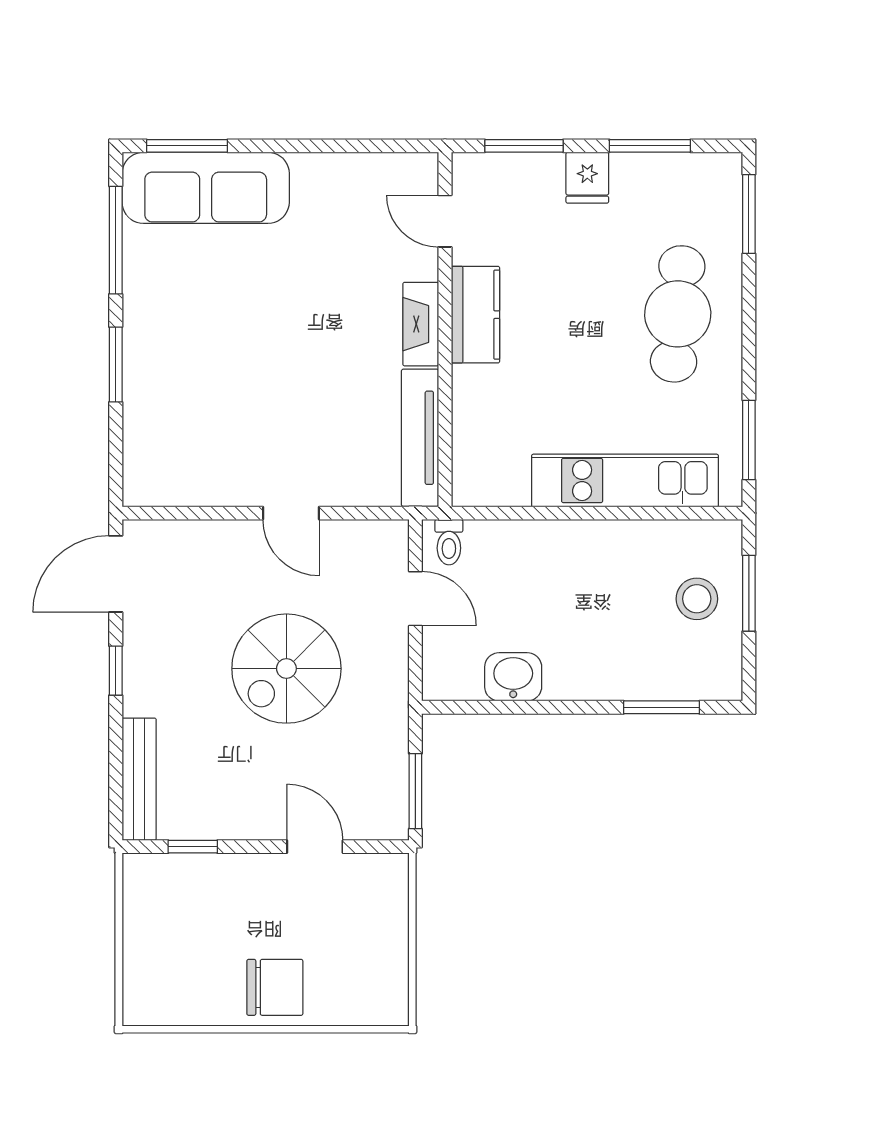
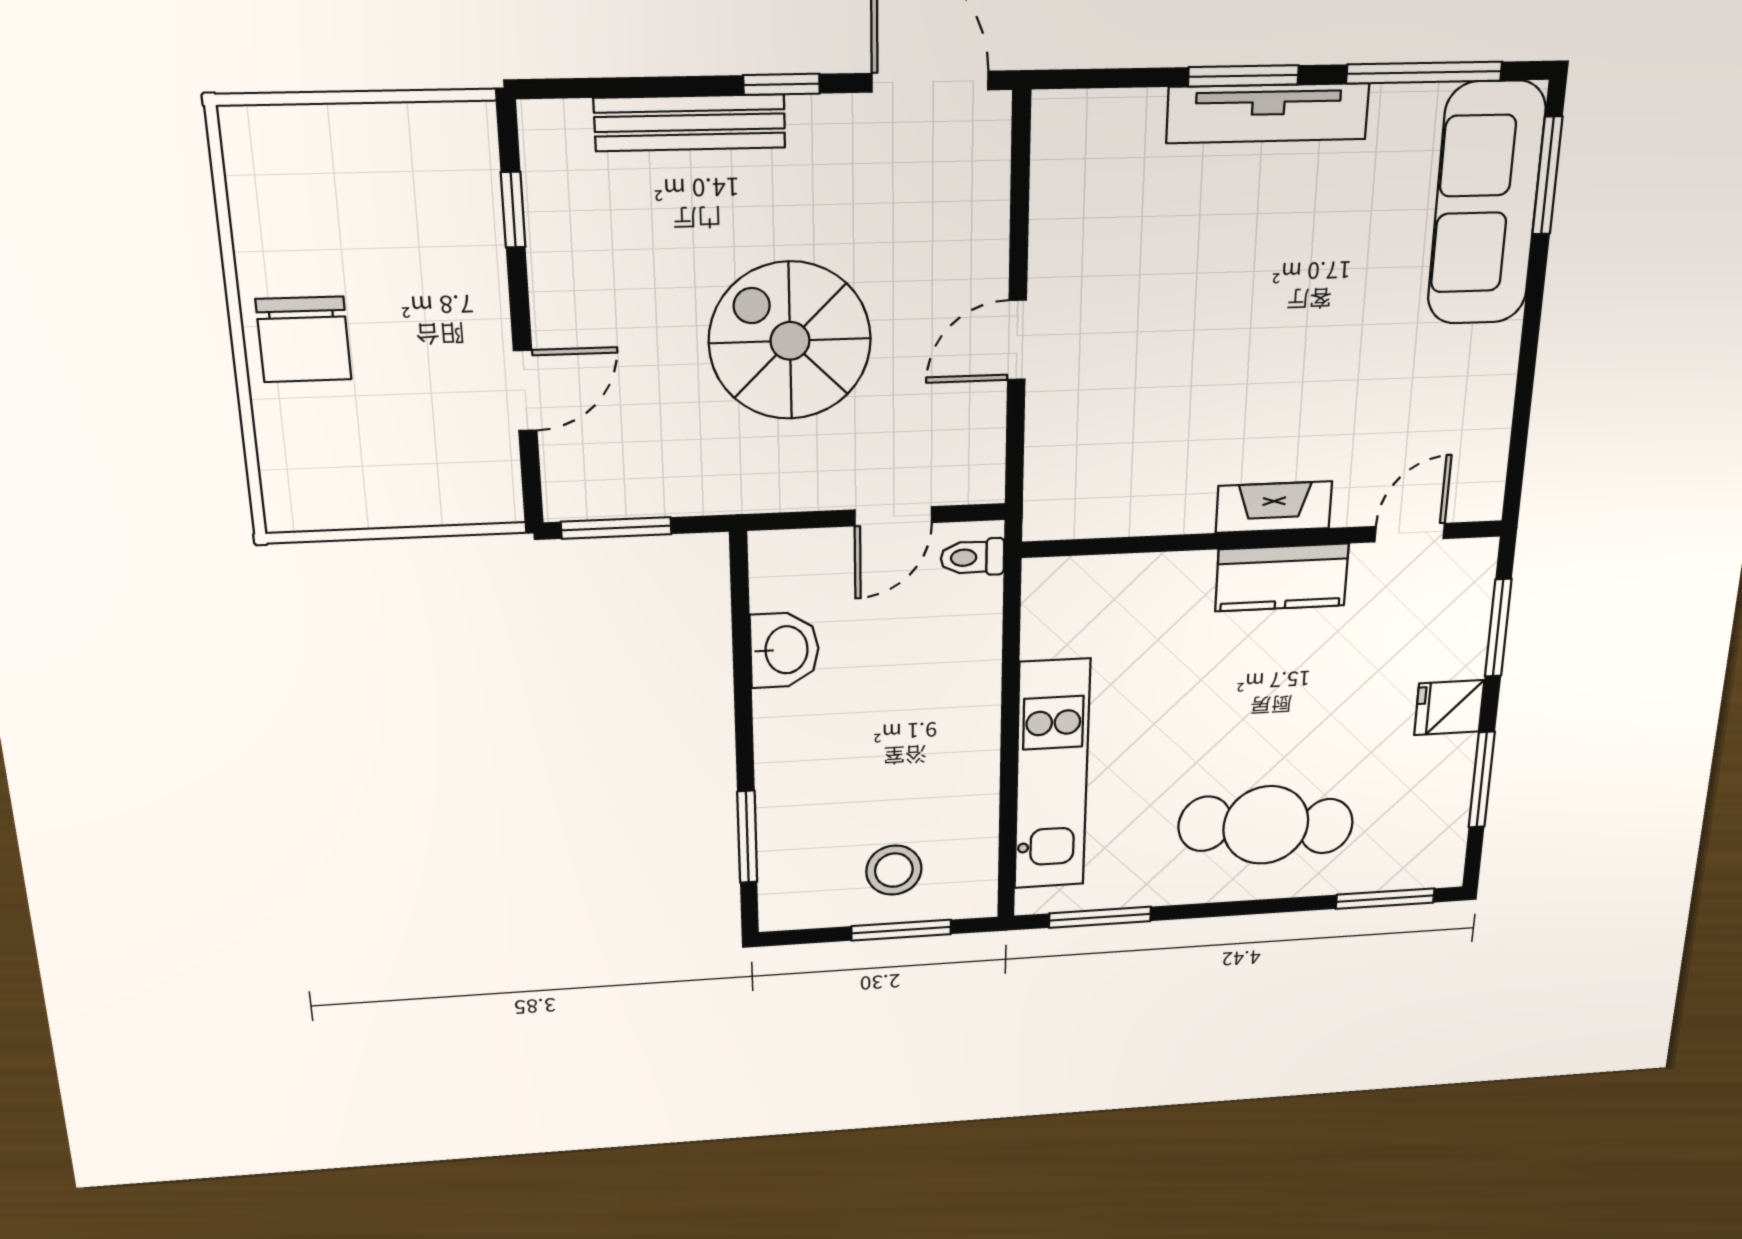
tv unit: (420, 438) -> (1268, 113), moved, turned 180
bench: (139, 779) -> (690, 123), moved

